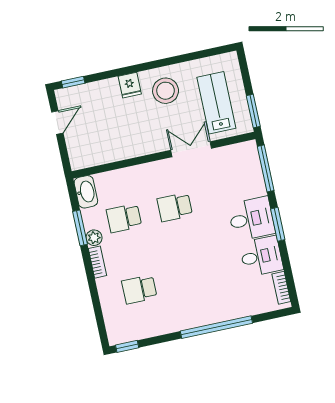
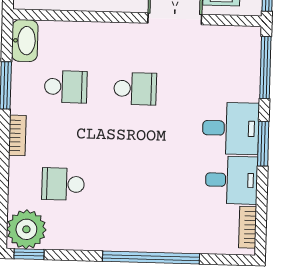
school desk: (175, 207) -> (135, 89), turned 180
school desk: (124, 218) -> (66, 87), turned 180
plant: (94, 238) -> (26, 229), moved, width x1.87, depth x1.87

